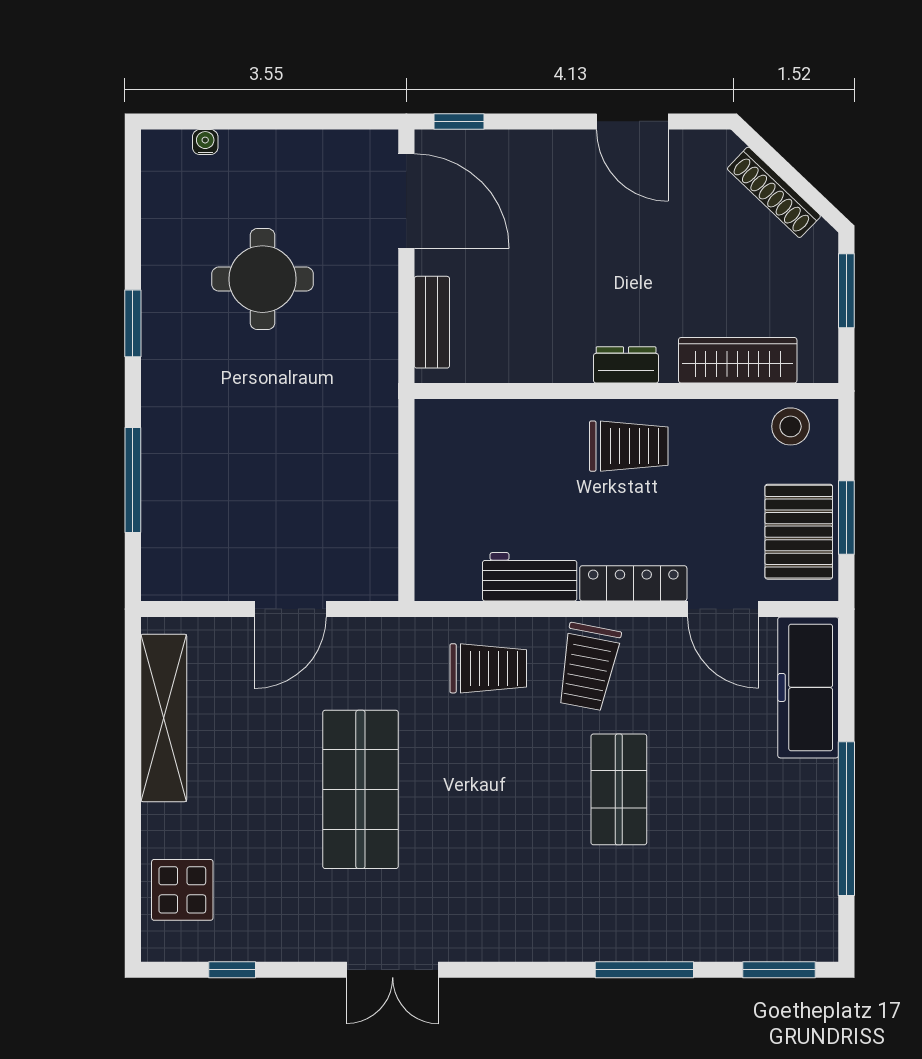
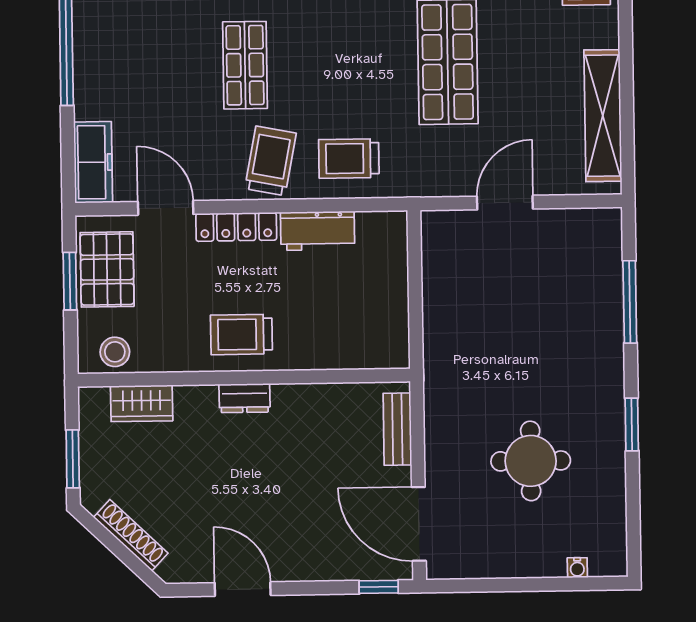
wardrobe: (738, 360) -> (142, 403), width x0.67
freezer: (808, 687) -> (93, 162), width x0.73, depth x0.79

